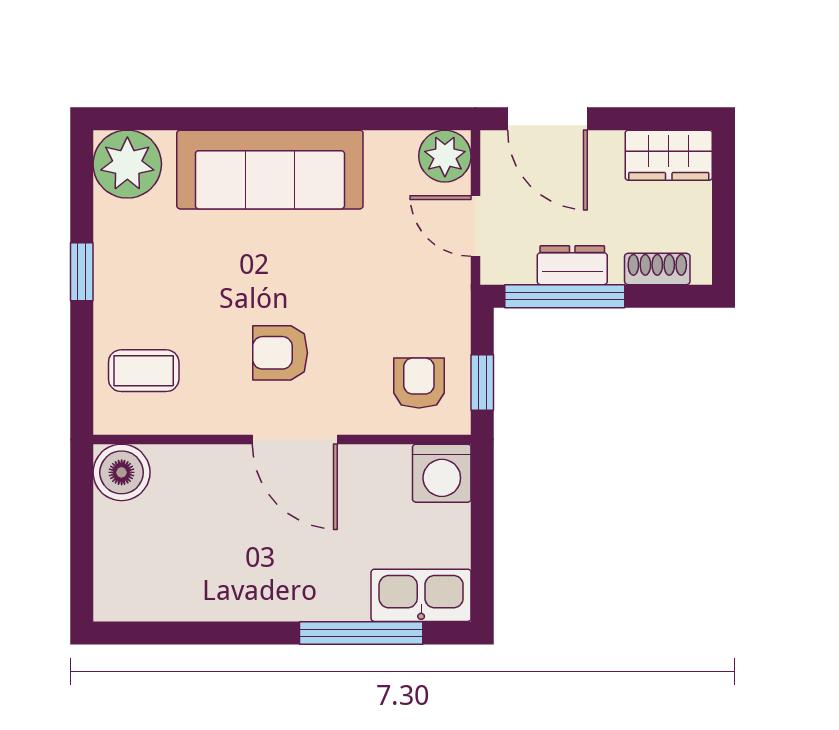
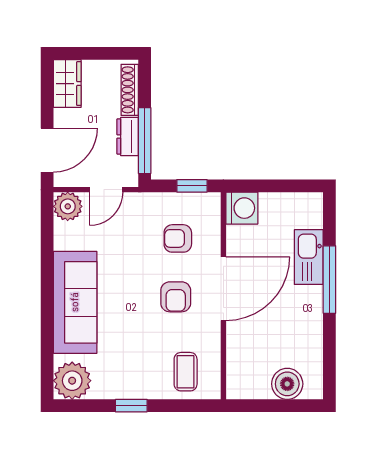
shoe rack: (657, 269) -> (130, 90), width x1.43
armchair: (419, 383) -> (178, 238), moved
door: (295, 440) -> (223, 289), width x1.36
boiler: (122, 472) -> (287, 384), moved
kitchen sink: (421, 595) -> (309, 257), moved
window: (361, 633) -> (329, 280), moved

